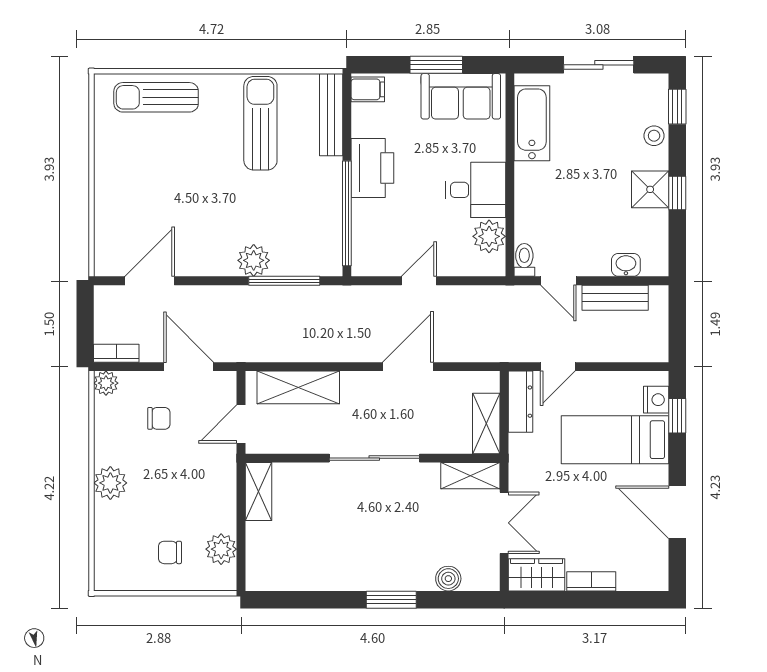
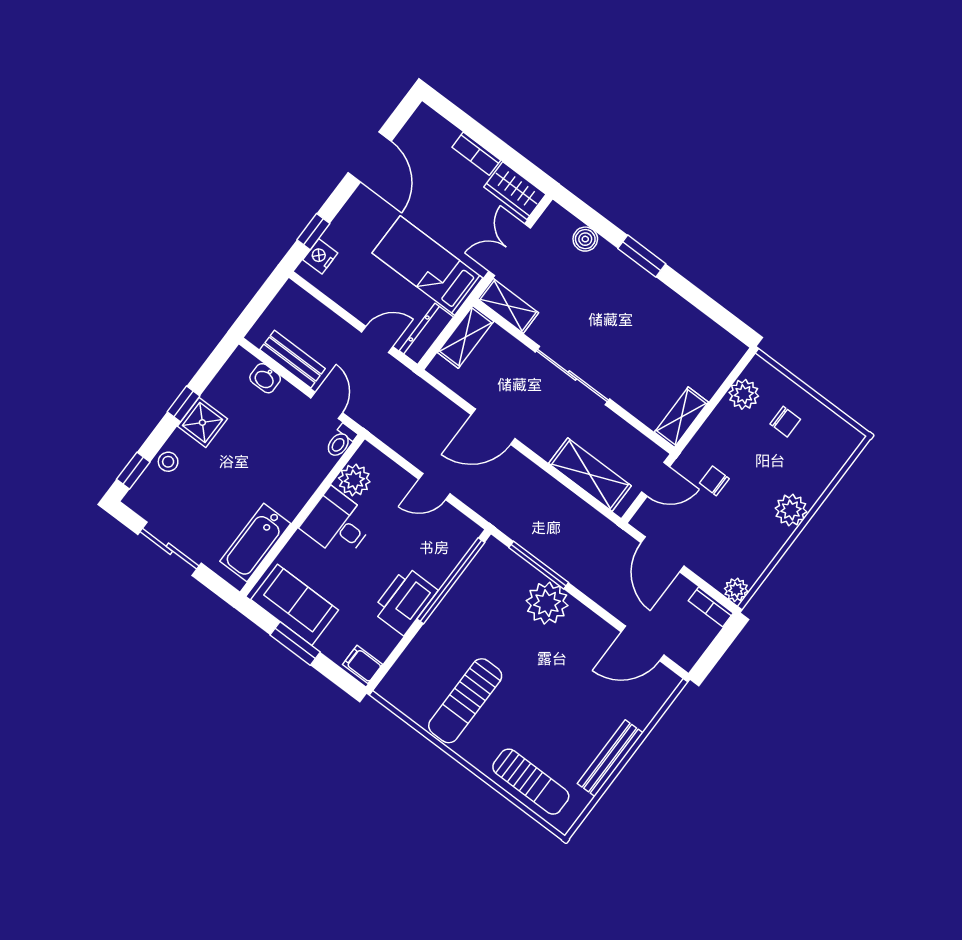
bench: (331, 115) -> (610, 758), moved
plant: (254, 260) -> (547, 603), width x1.36, depth x1.36
chair: (159, 418) -> (714, 481), moved
bed: (615, 440) -> (427, 266), moved, turned 180

